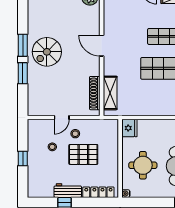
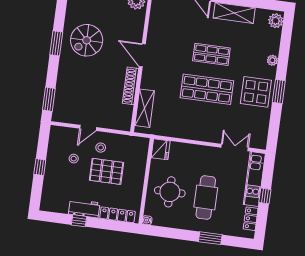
spiral stairs: (47, 52) -> (87, 40), moved
window: (23, 73) -> (49, 99), moved
shoe rack: (95, 93) -> (131, 86), moved

